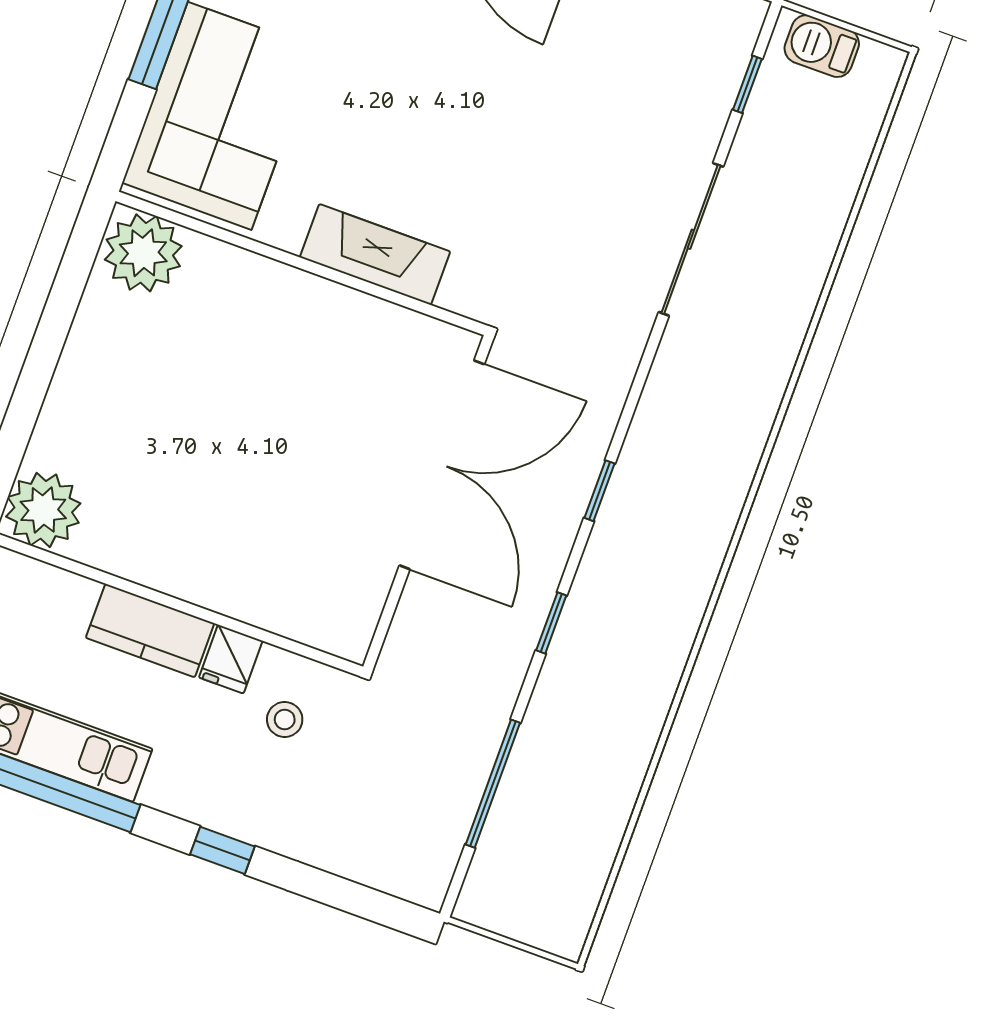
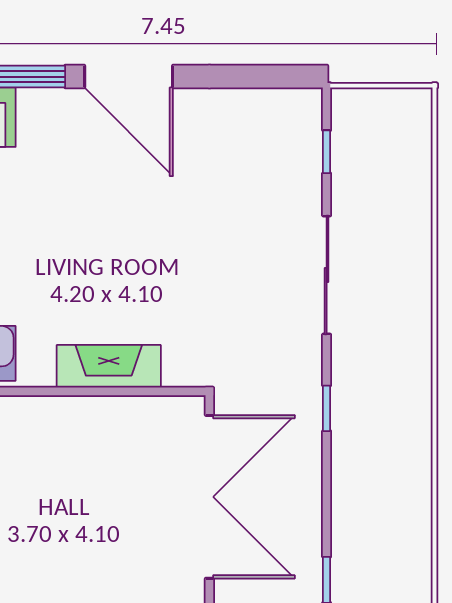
barbecue: (822, 46) -> (369, 106), removed
window: (599, 491) -> (327, 408), moved

